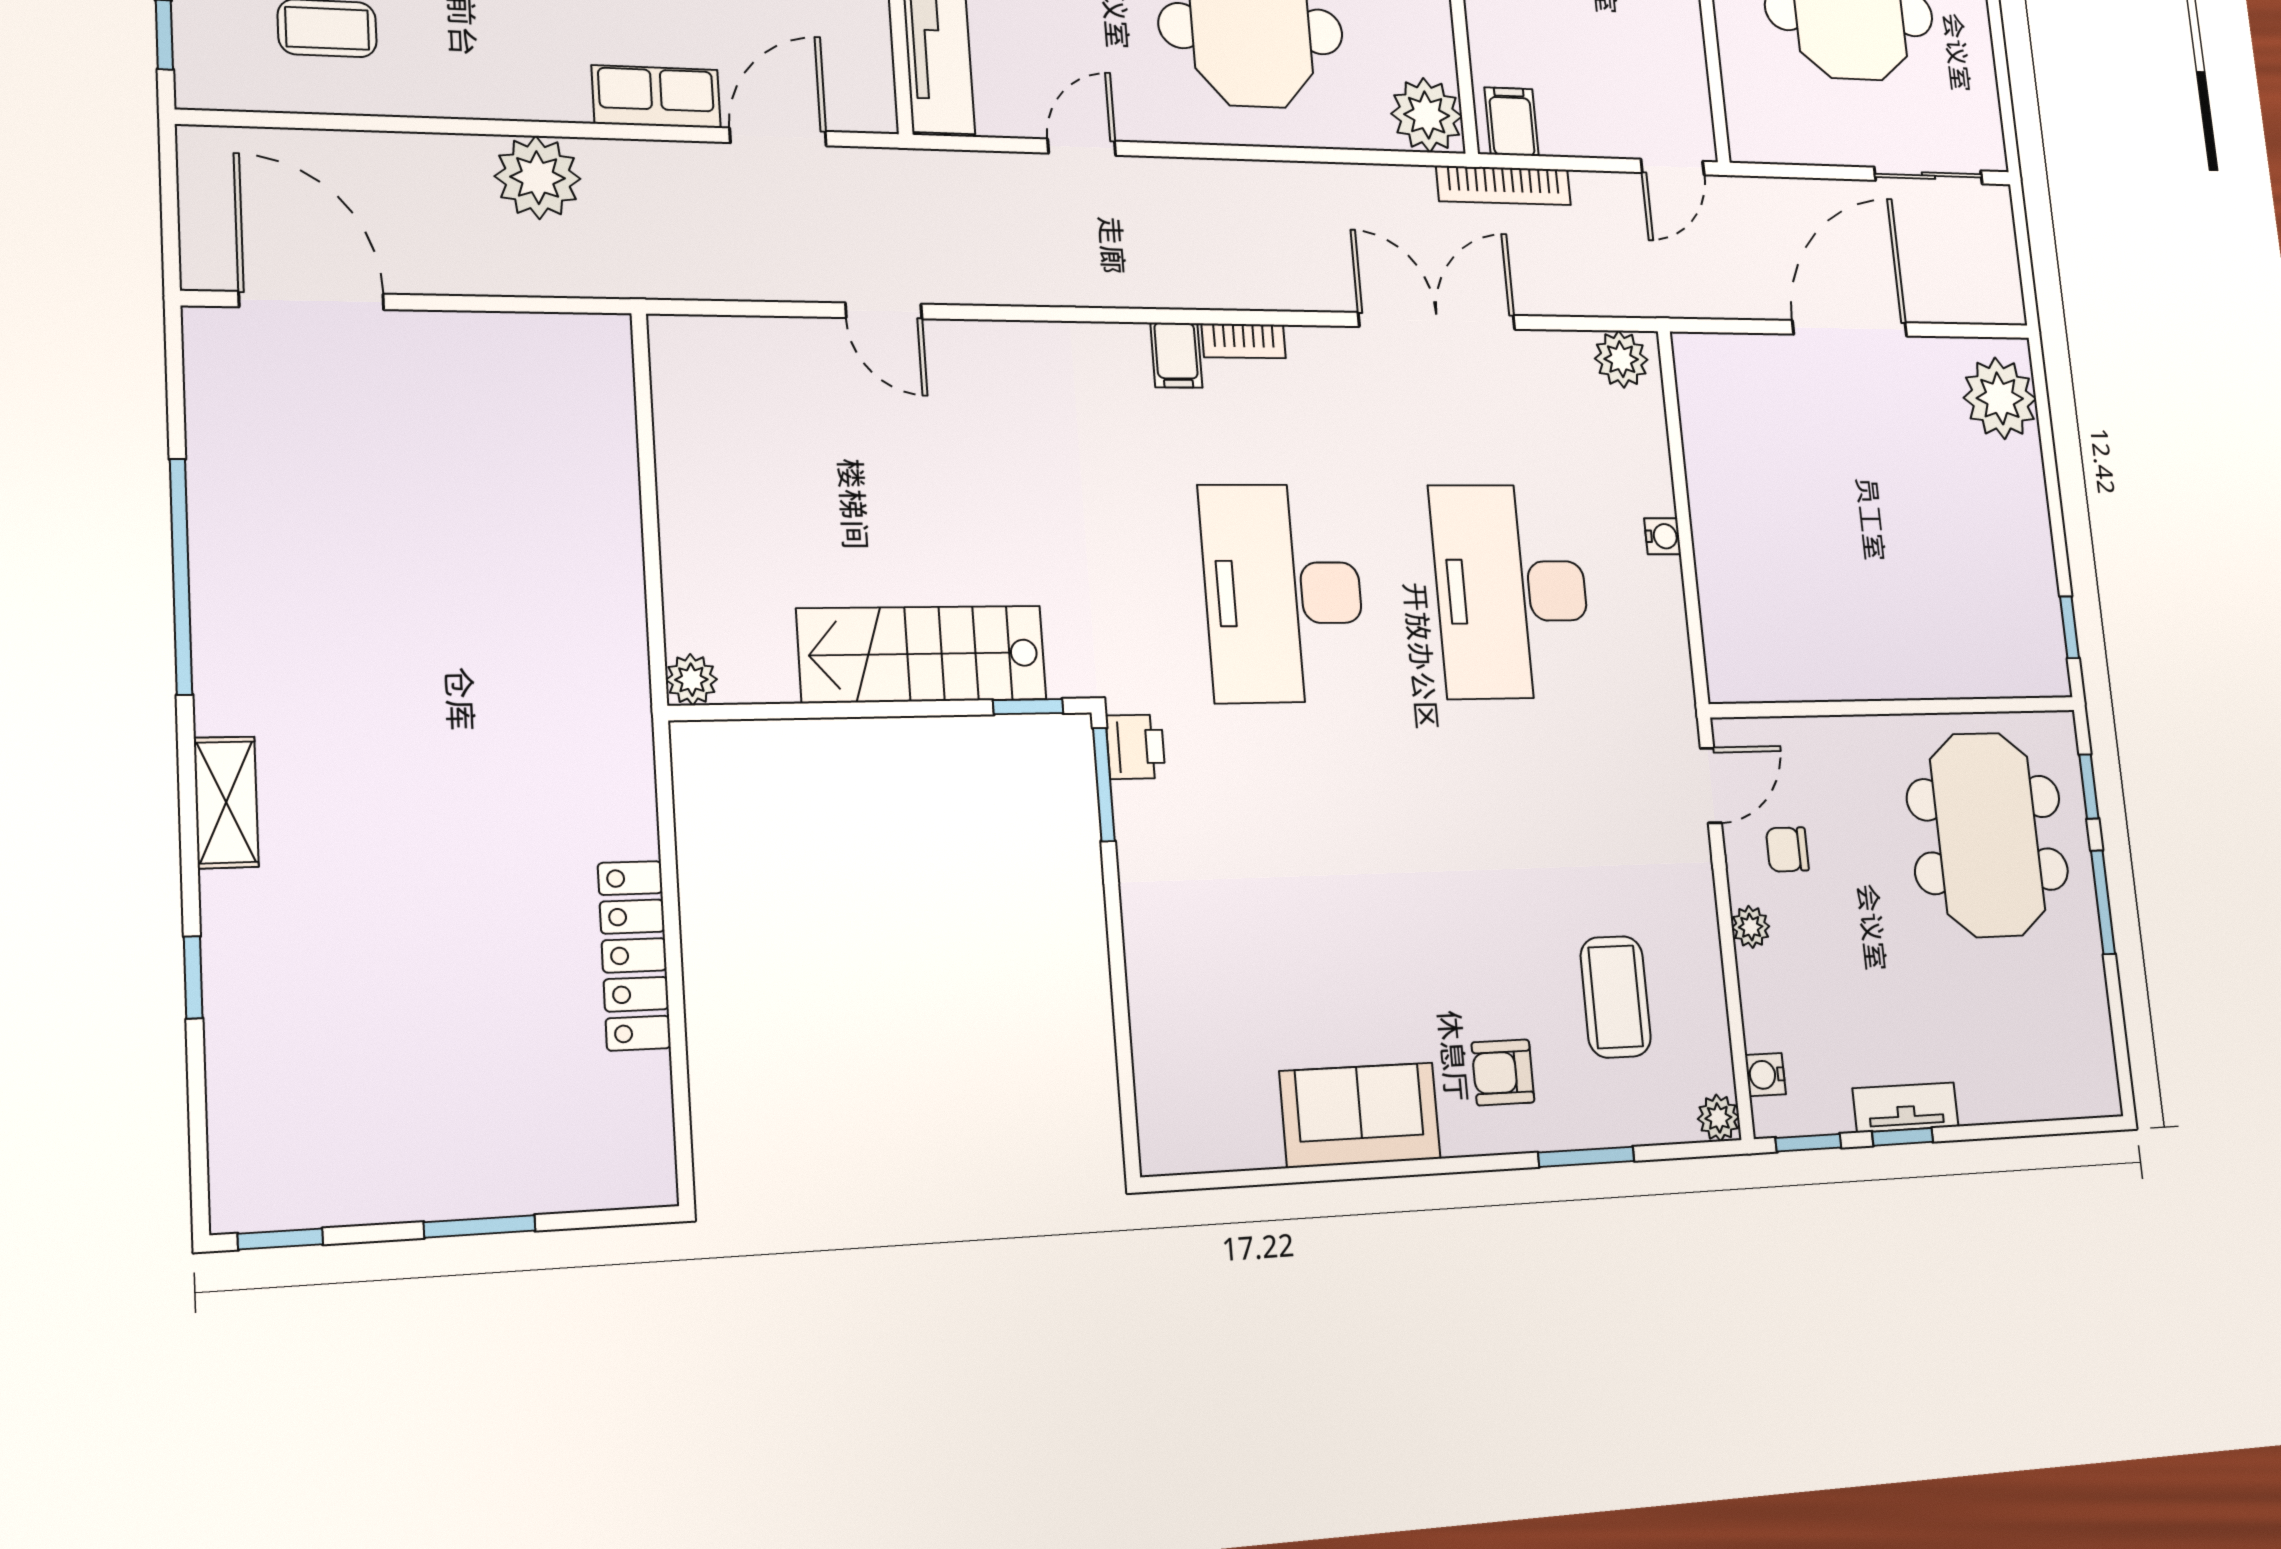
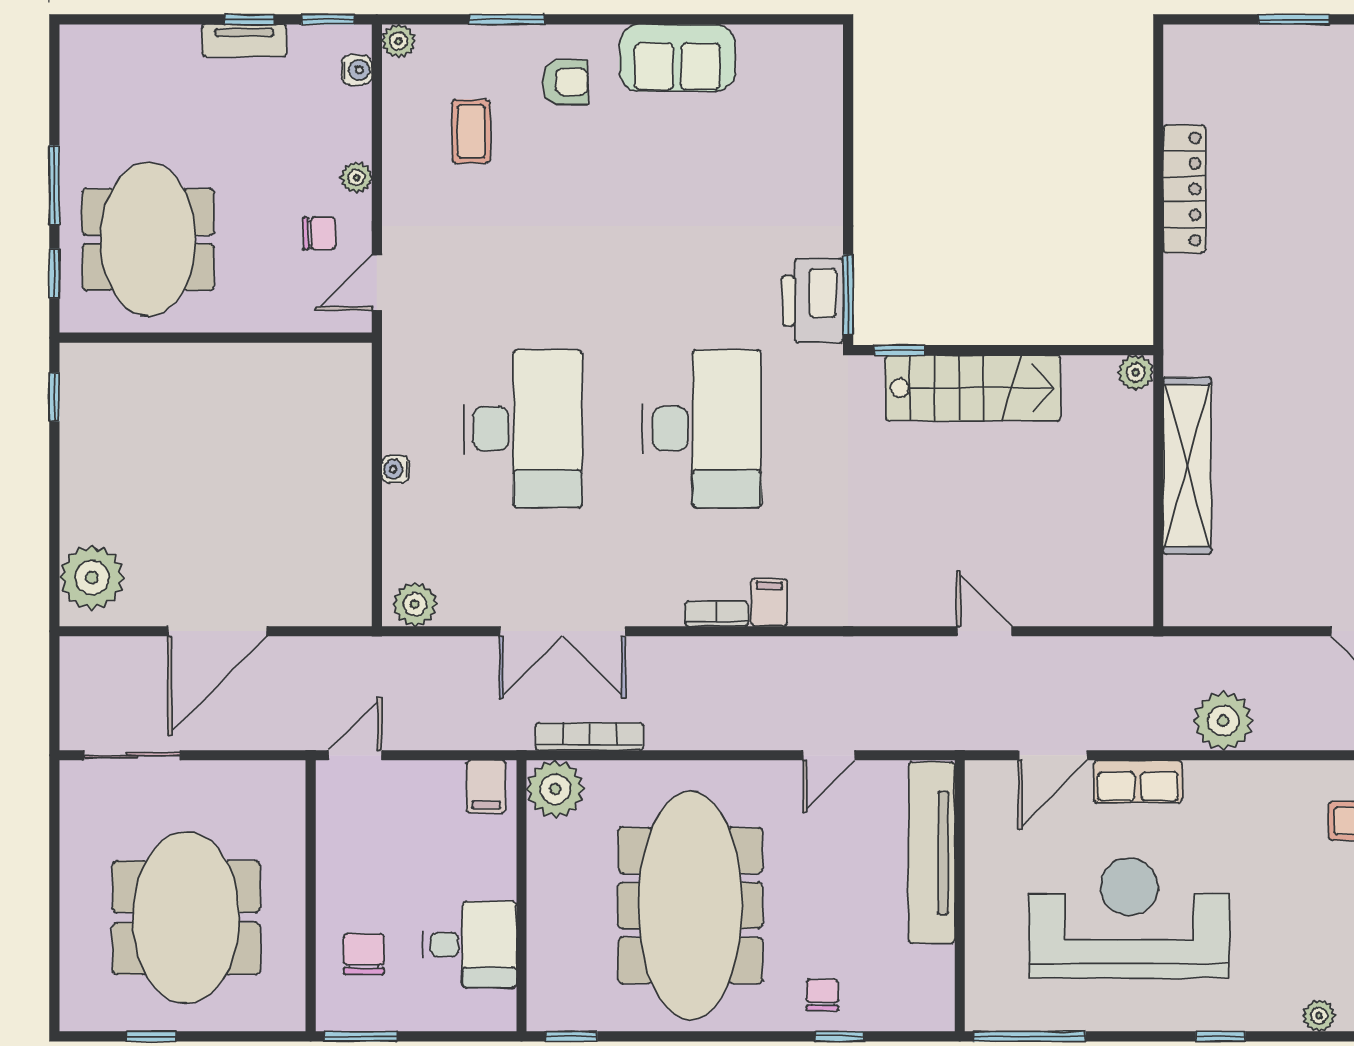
bookcase: (1504, 185) -> (590, 737), moved
shelving: (609, 544) -> (1187, 466), added
printer: (1136, 747) -> (813, 301), width x1.87, depth x1.48
coffee table: (1616, 997) -> (471, 131), width x0.73, depth x0.77

